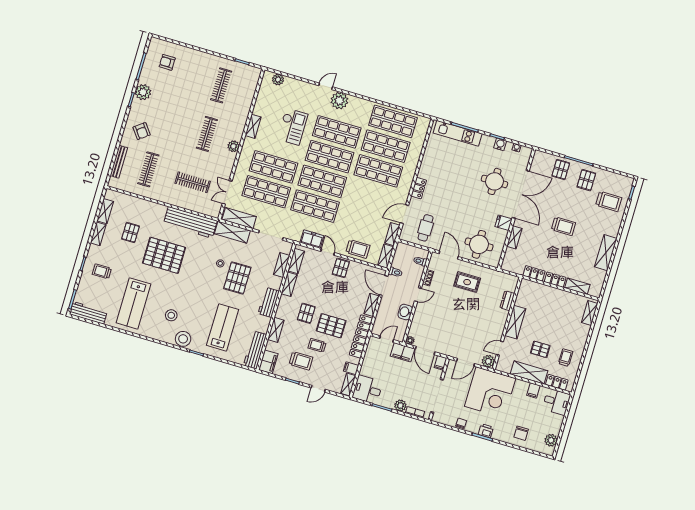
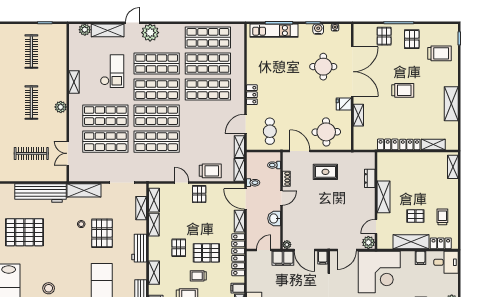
shelving: (239, 218) -> (108, 30), moved
freezer: (312, 239) -> (163, 174), removed

